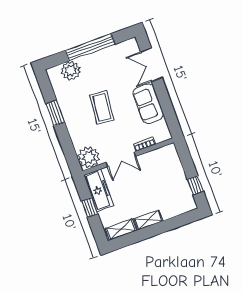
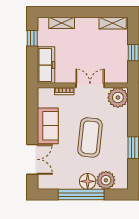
floor lamp: (88, 63) -> (88, 181), added
coffee table: (102, 107) -> (90, 137), width x1.36, depth x1.32
freezer: (99, 190) -> (46, 65), moved, turned 180
shelving: (148, 220) -> (62, 23), moved

